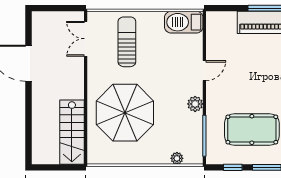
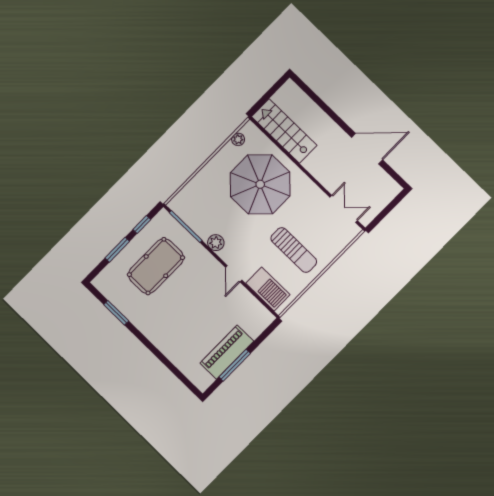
barbecue: (184, 22) -> (268, 289), moved, turned 90
sun lounger: (127, 42) -> (294, 250), moved
plant: (177, 158) -> (238, 139), moved

